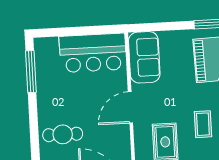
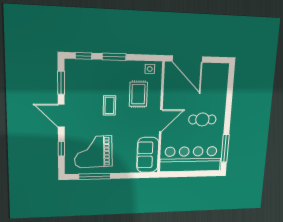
bar counter: (93, 53) -> (191, 159), width x1.36
cafe table: (63, 134) -> (202, 119), moved

